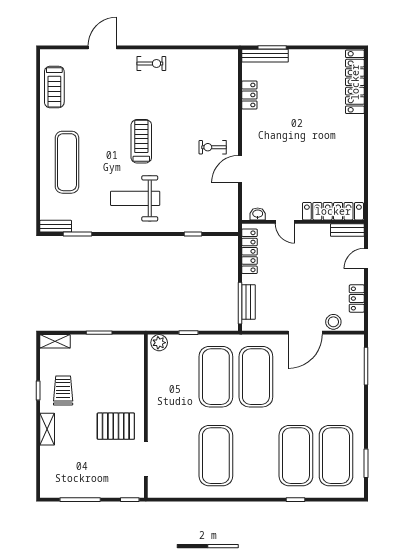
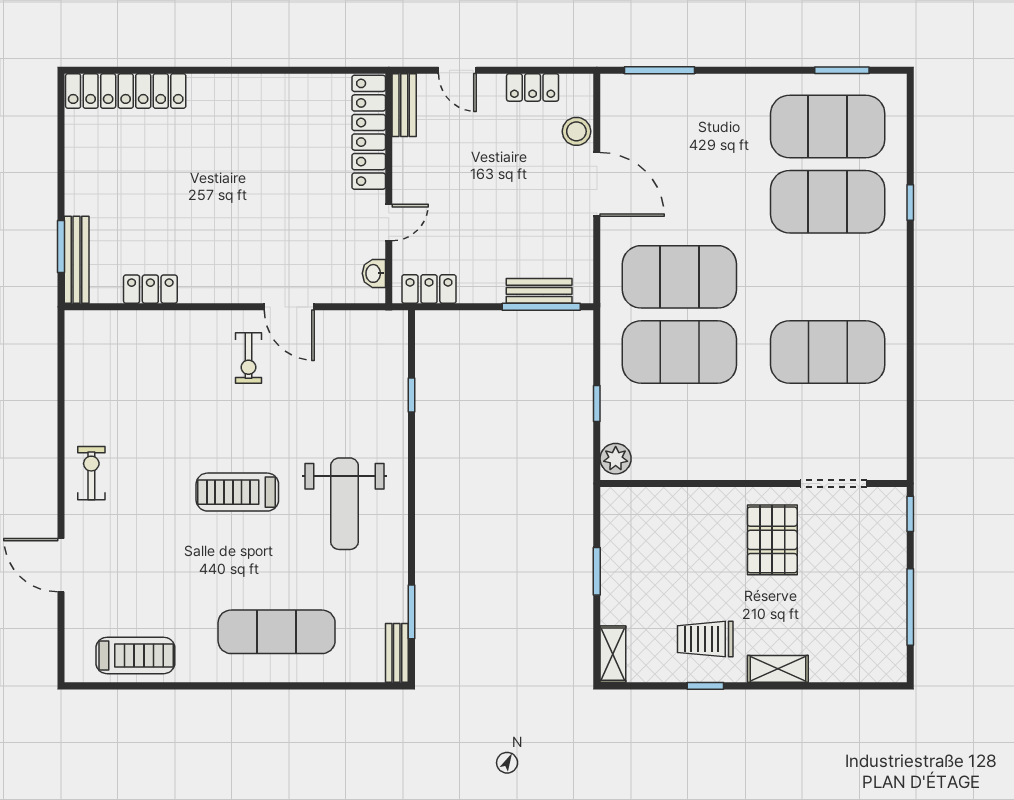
locker: (249, 251) -> (429, 289), width x0.66

